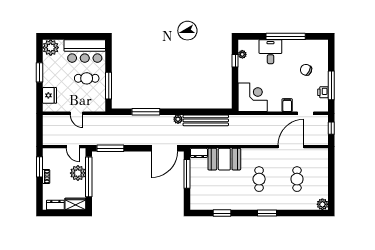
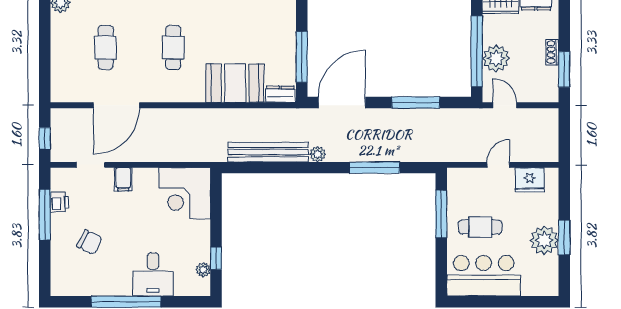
plant: (51, 48) -> (544, 240), moved
fridge: (50, 95) -> (530, 180), moved, turned -90
door: (77, 113) -> (498, 165), hinge flipped
window: (110, 148) -> (416, 102), moved

